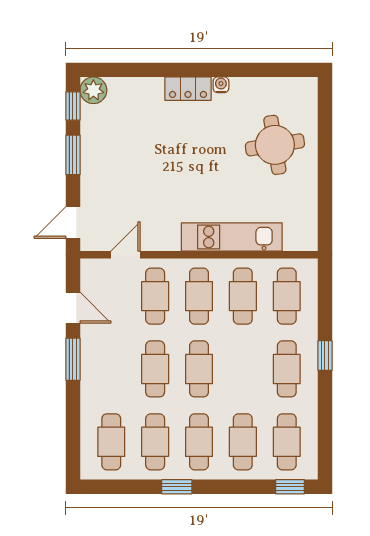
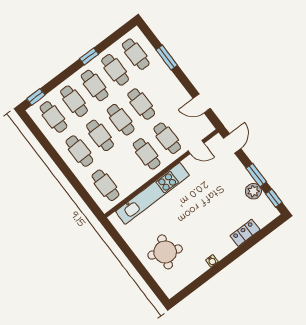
locker: (188, 89) -> (245, 233), moved
plant: (93, 90) -> (253, 191), moved
round table: (275, 145) -> (165, 252), turned 33
kitchen unit: (232, 237) -> (152, 193), width x1.36
door: (125, 255) -> (196, 147), hinge flipped
cafe table: (243, 296) -> (100, 135), moved
window: (325, 356) -> (66, 171), removed
window: (73, 359) -> (167, 58), moved

